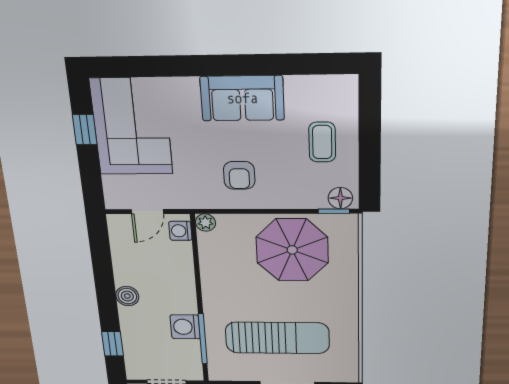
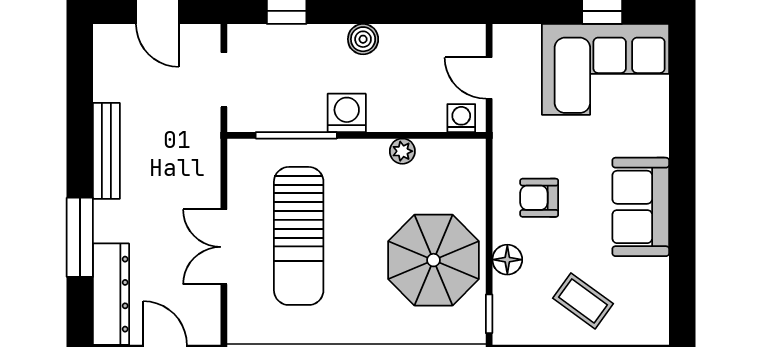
coffee table: (322, 142) -> (583, 301), turned 36
floor lamp: (340, 198) -> (507, 260), moved
plant: (205, 223) -> (402, 151), moved
washing machine: (185, 327) -> (347, 113), moved

